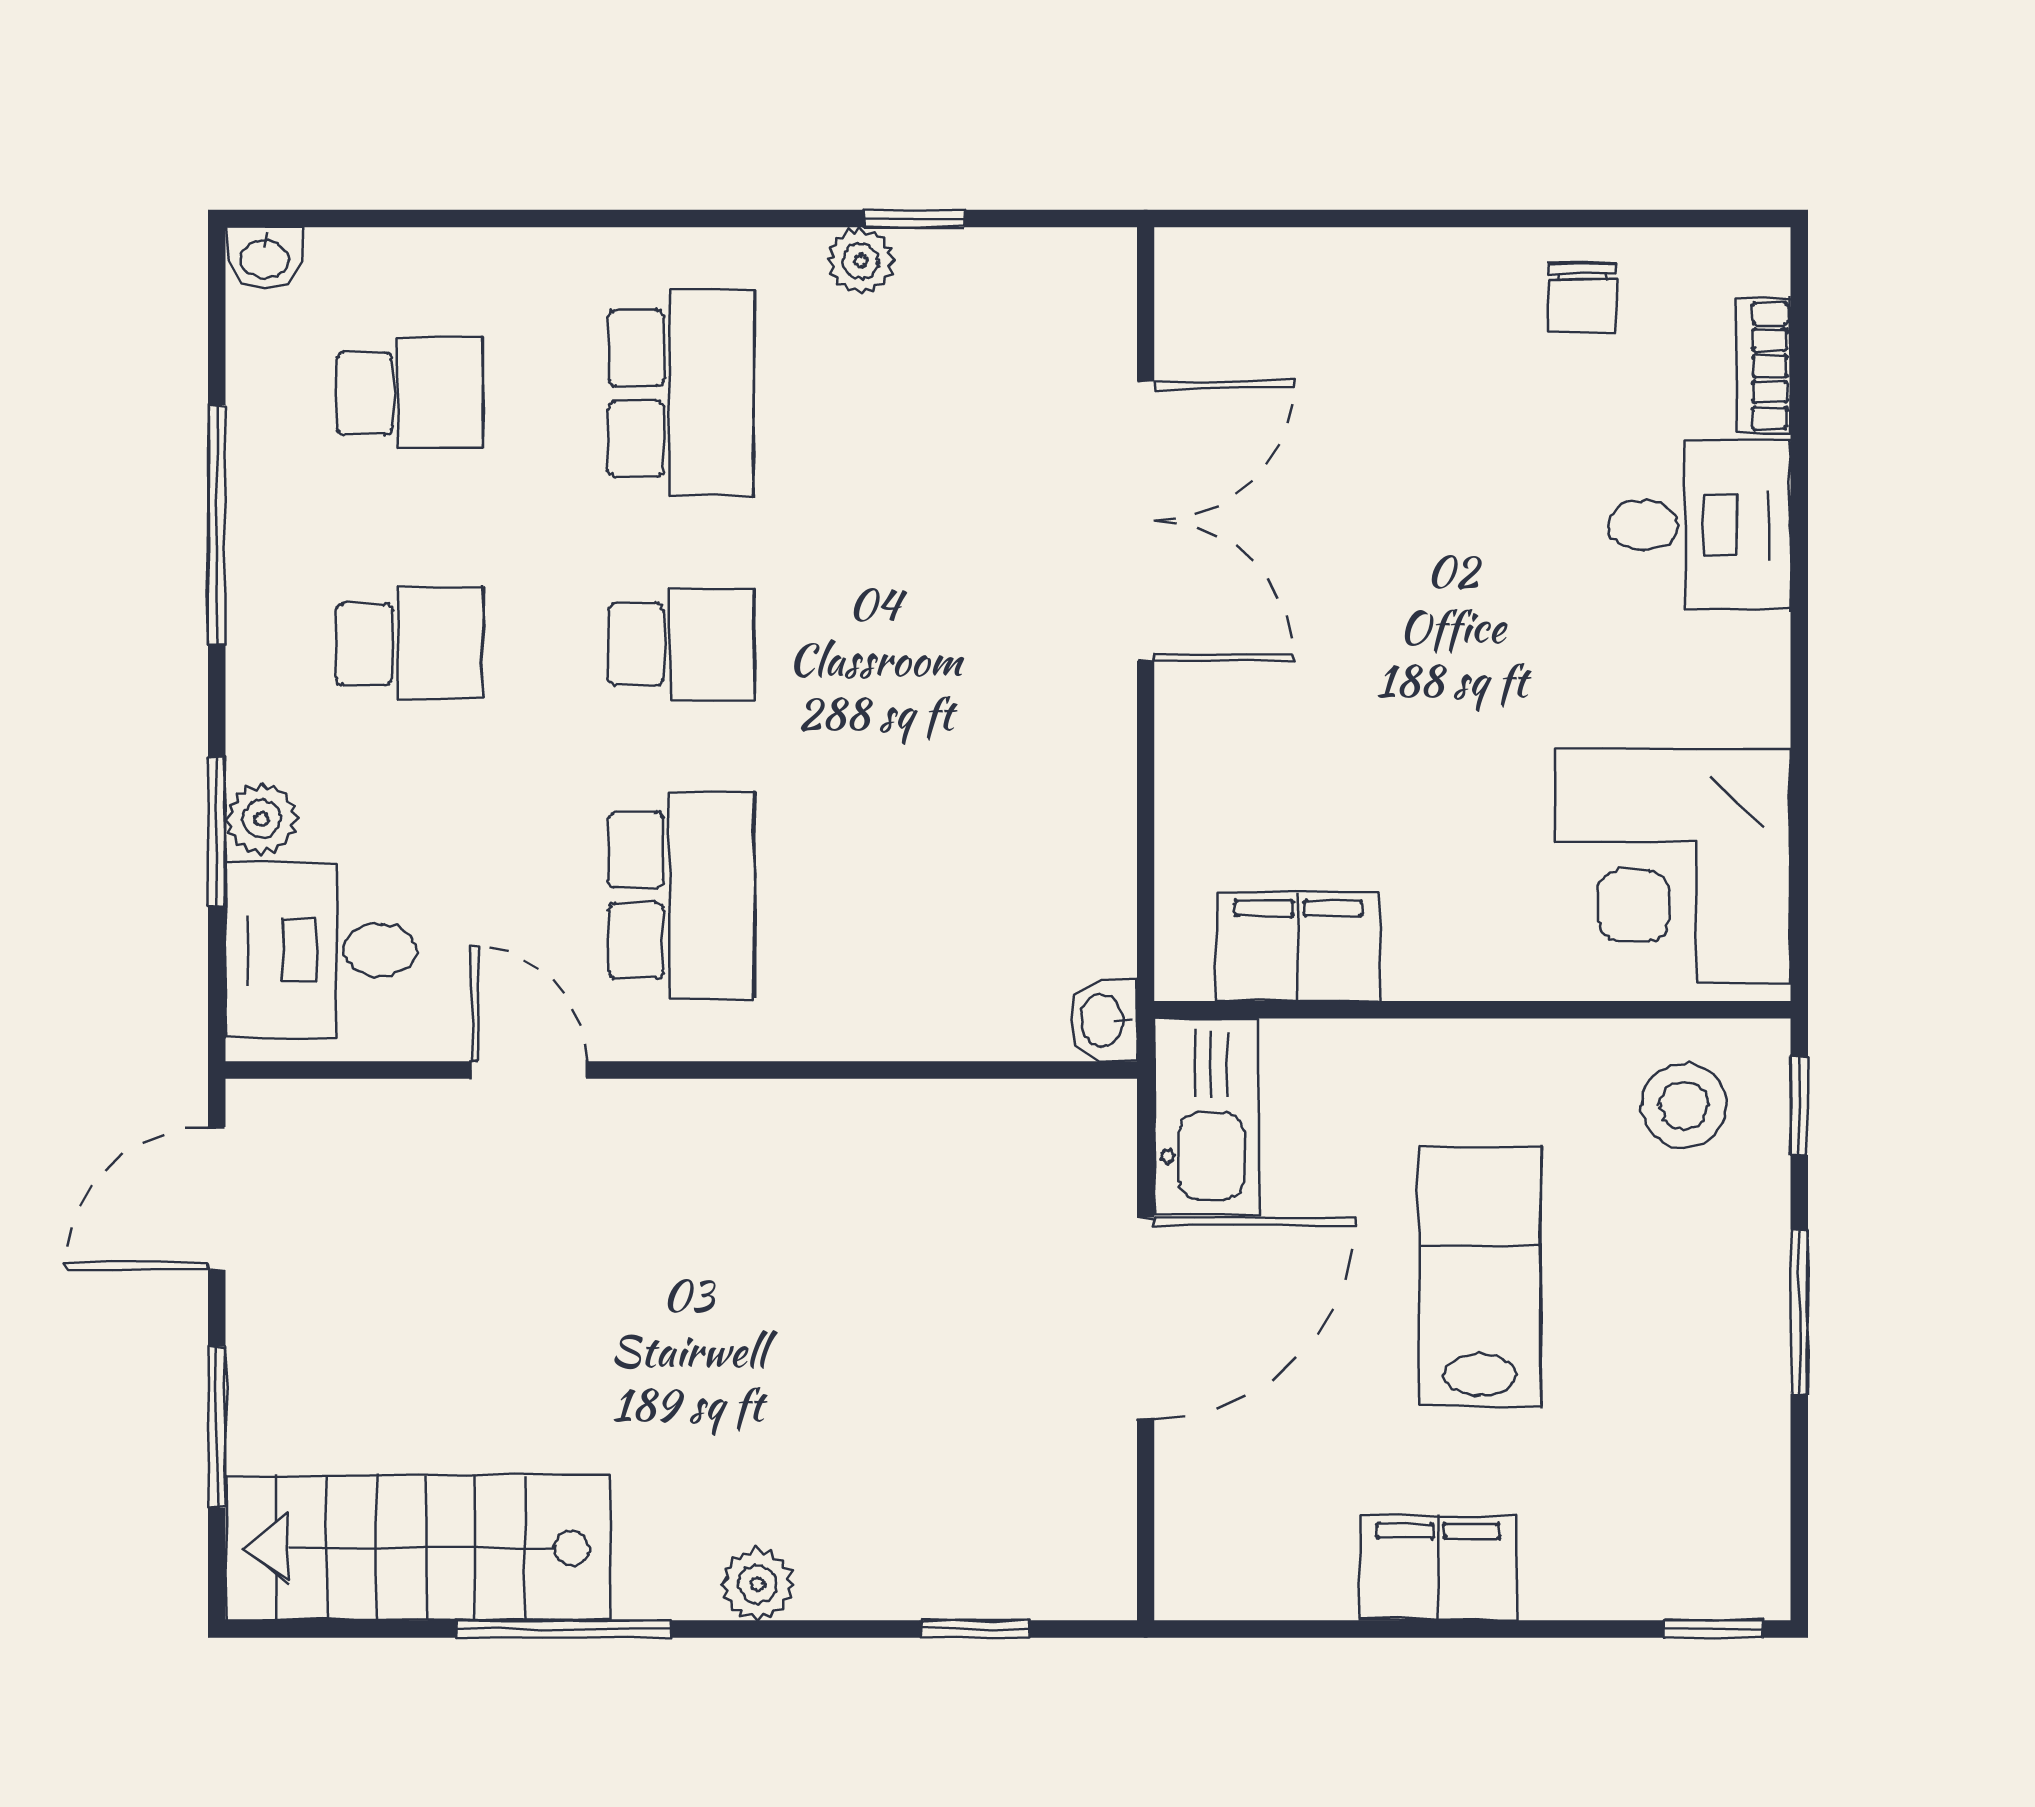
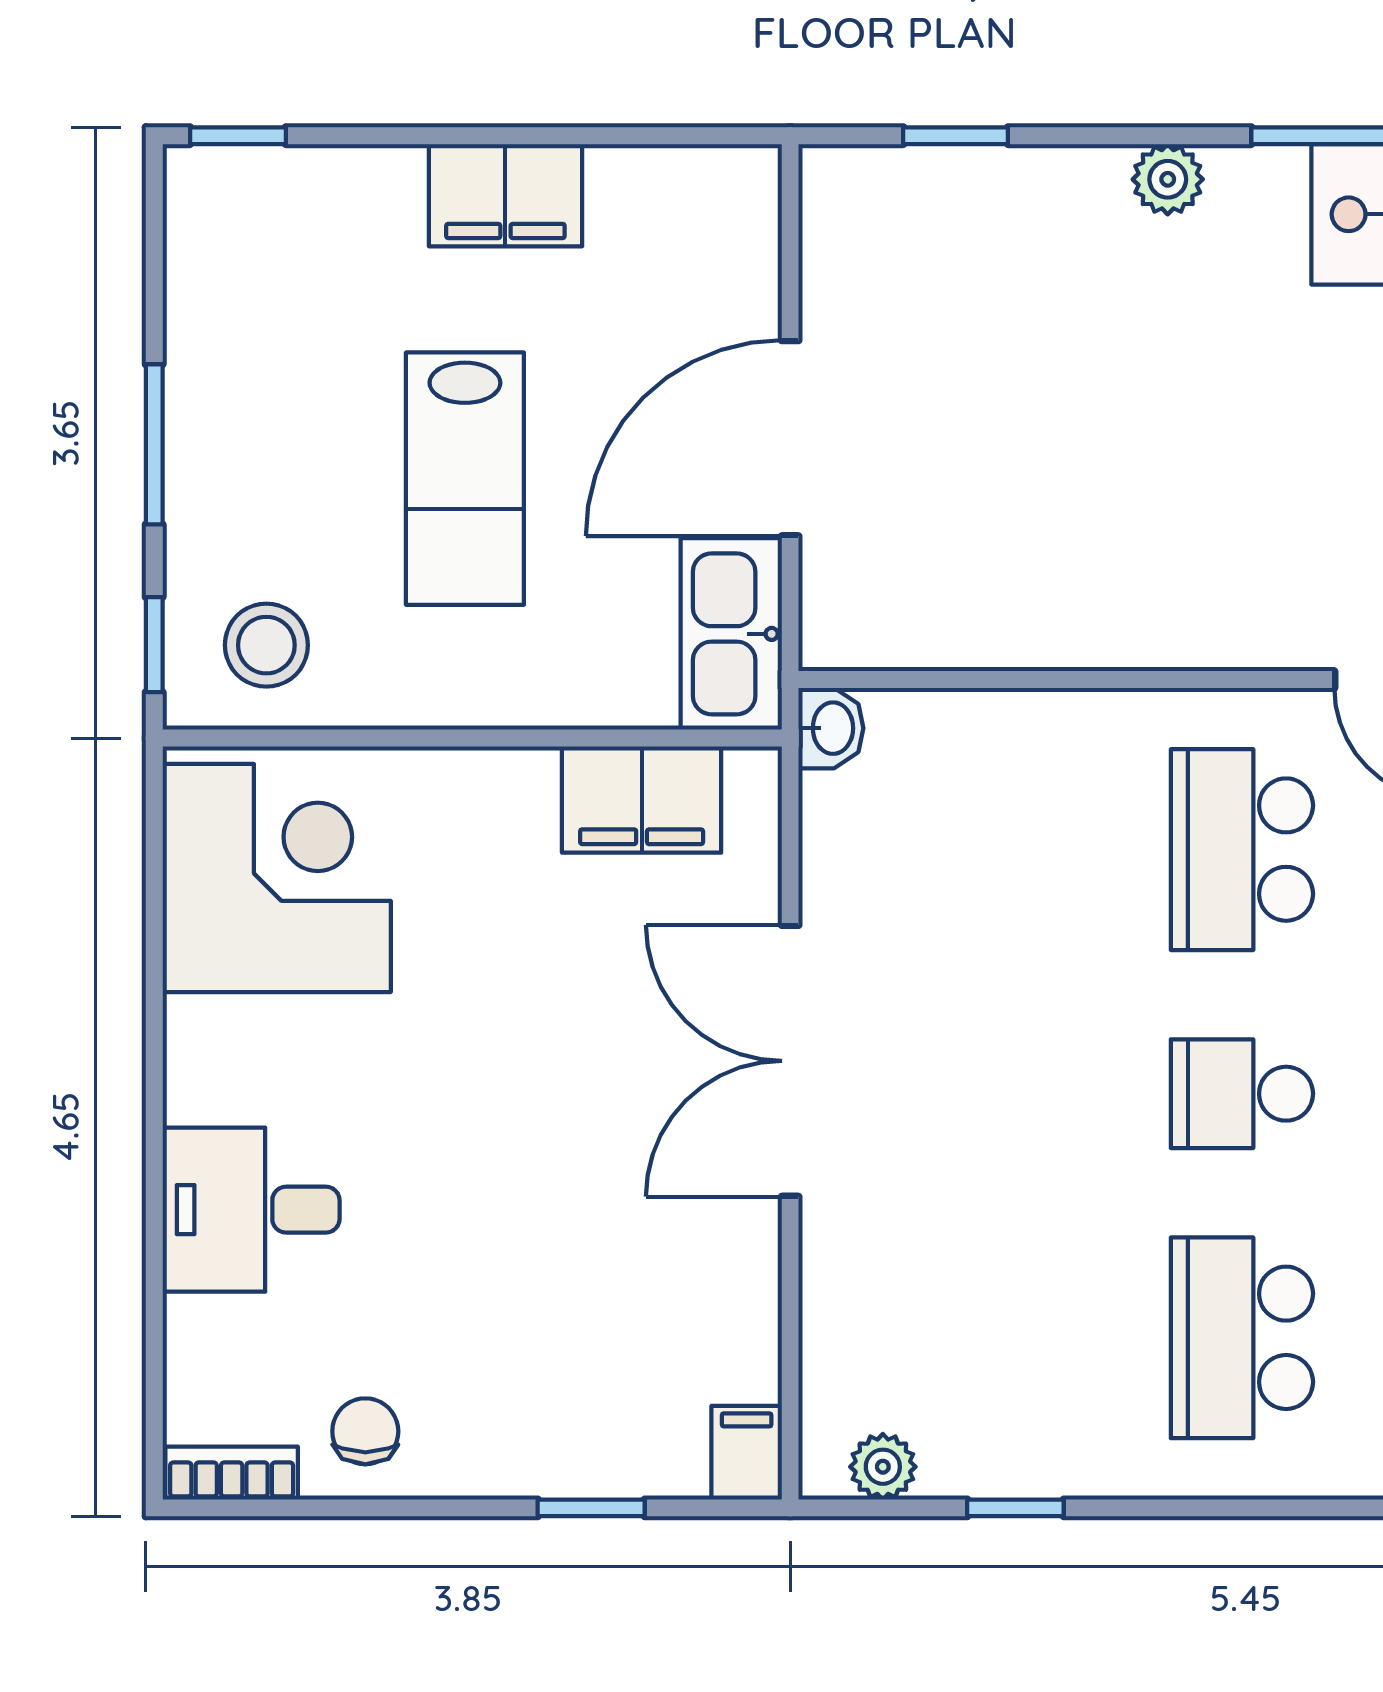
window: (1350, 219) -> (591, 1508), added
plant: (861, 261) -> (883, 1467), moved
filing cabinet: (1190, 275) -> (747, 1453), added
bookcase: (1763, 366) -> (232, 1473), moved, turned -90
double door: (1146, 521) -> (790, 1061), moved

